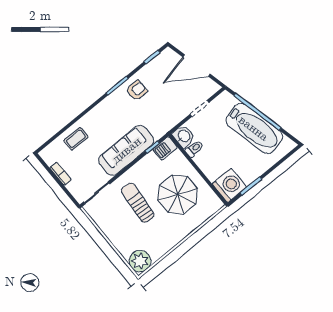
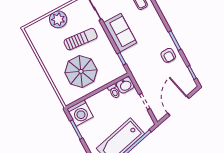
barbecue: (165, 148) -> (119, 69), removed
sofa: (126, 150) -> (120, 33), width x0.73
plant: (140, 261) -> (58, 19), moved

